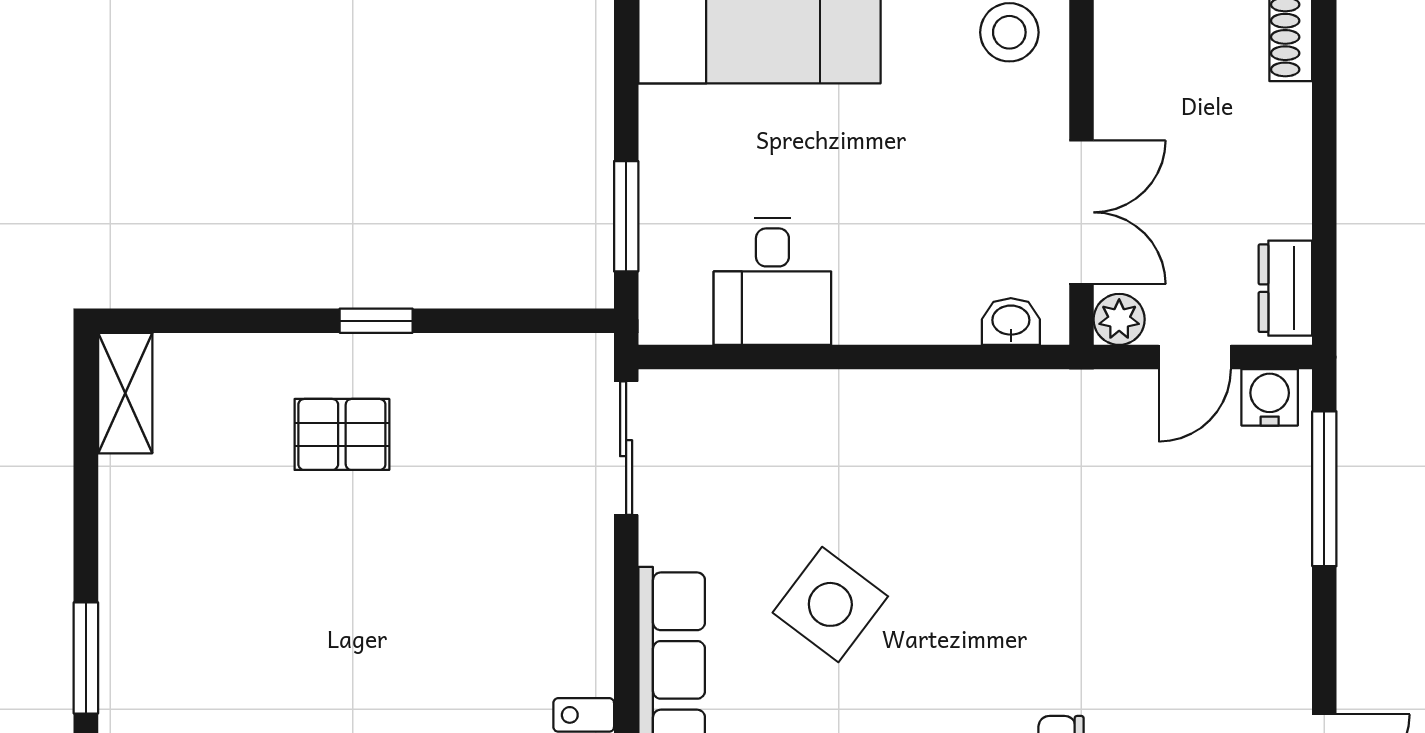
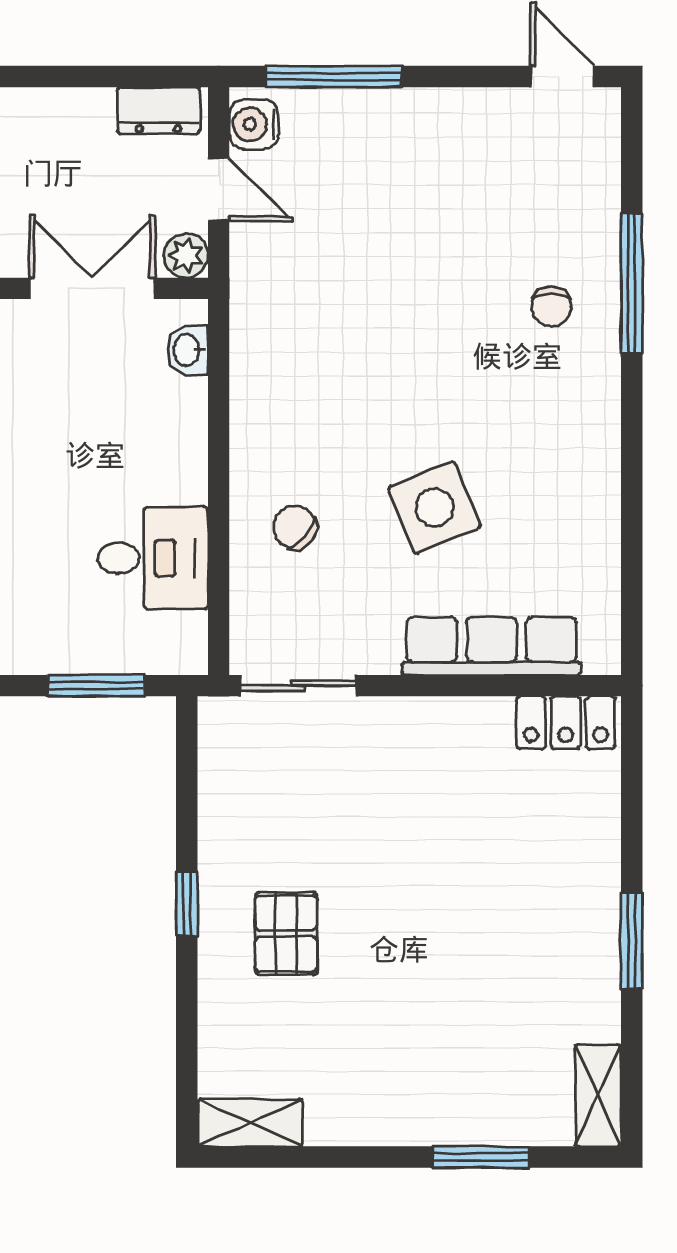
chair: (808, 445) -> (295, 527), added
side table: (830, 604) -> (434, 508), turned 31

